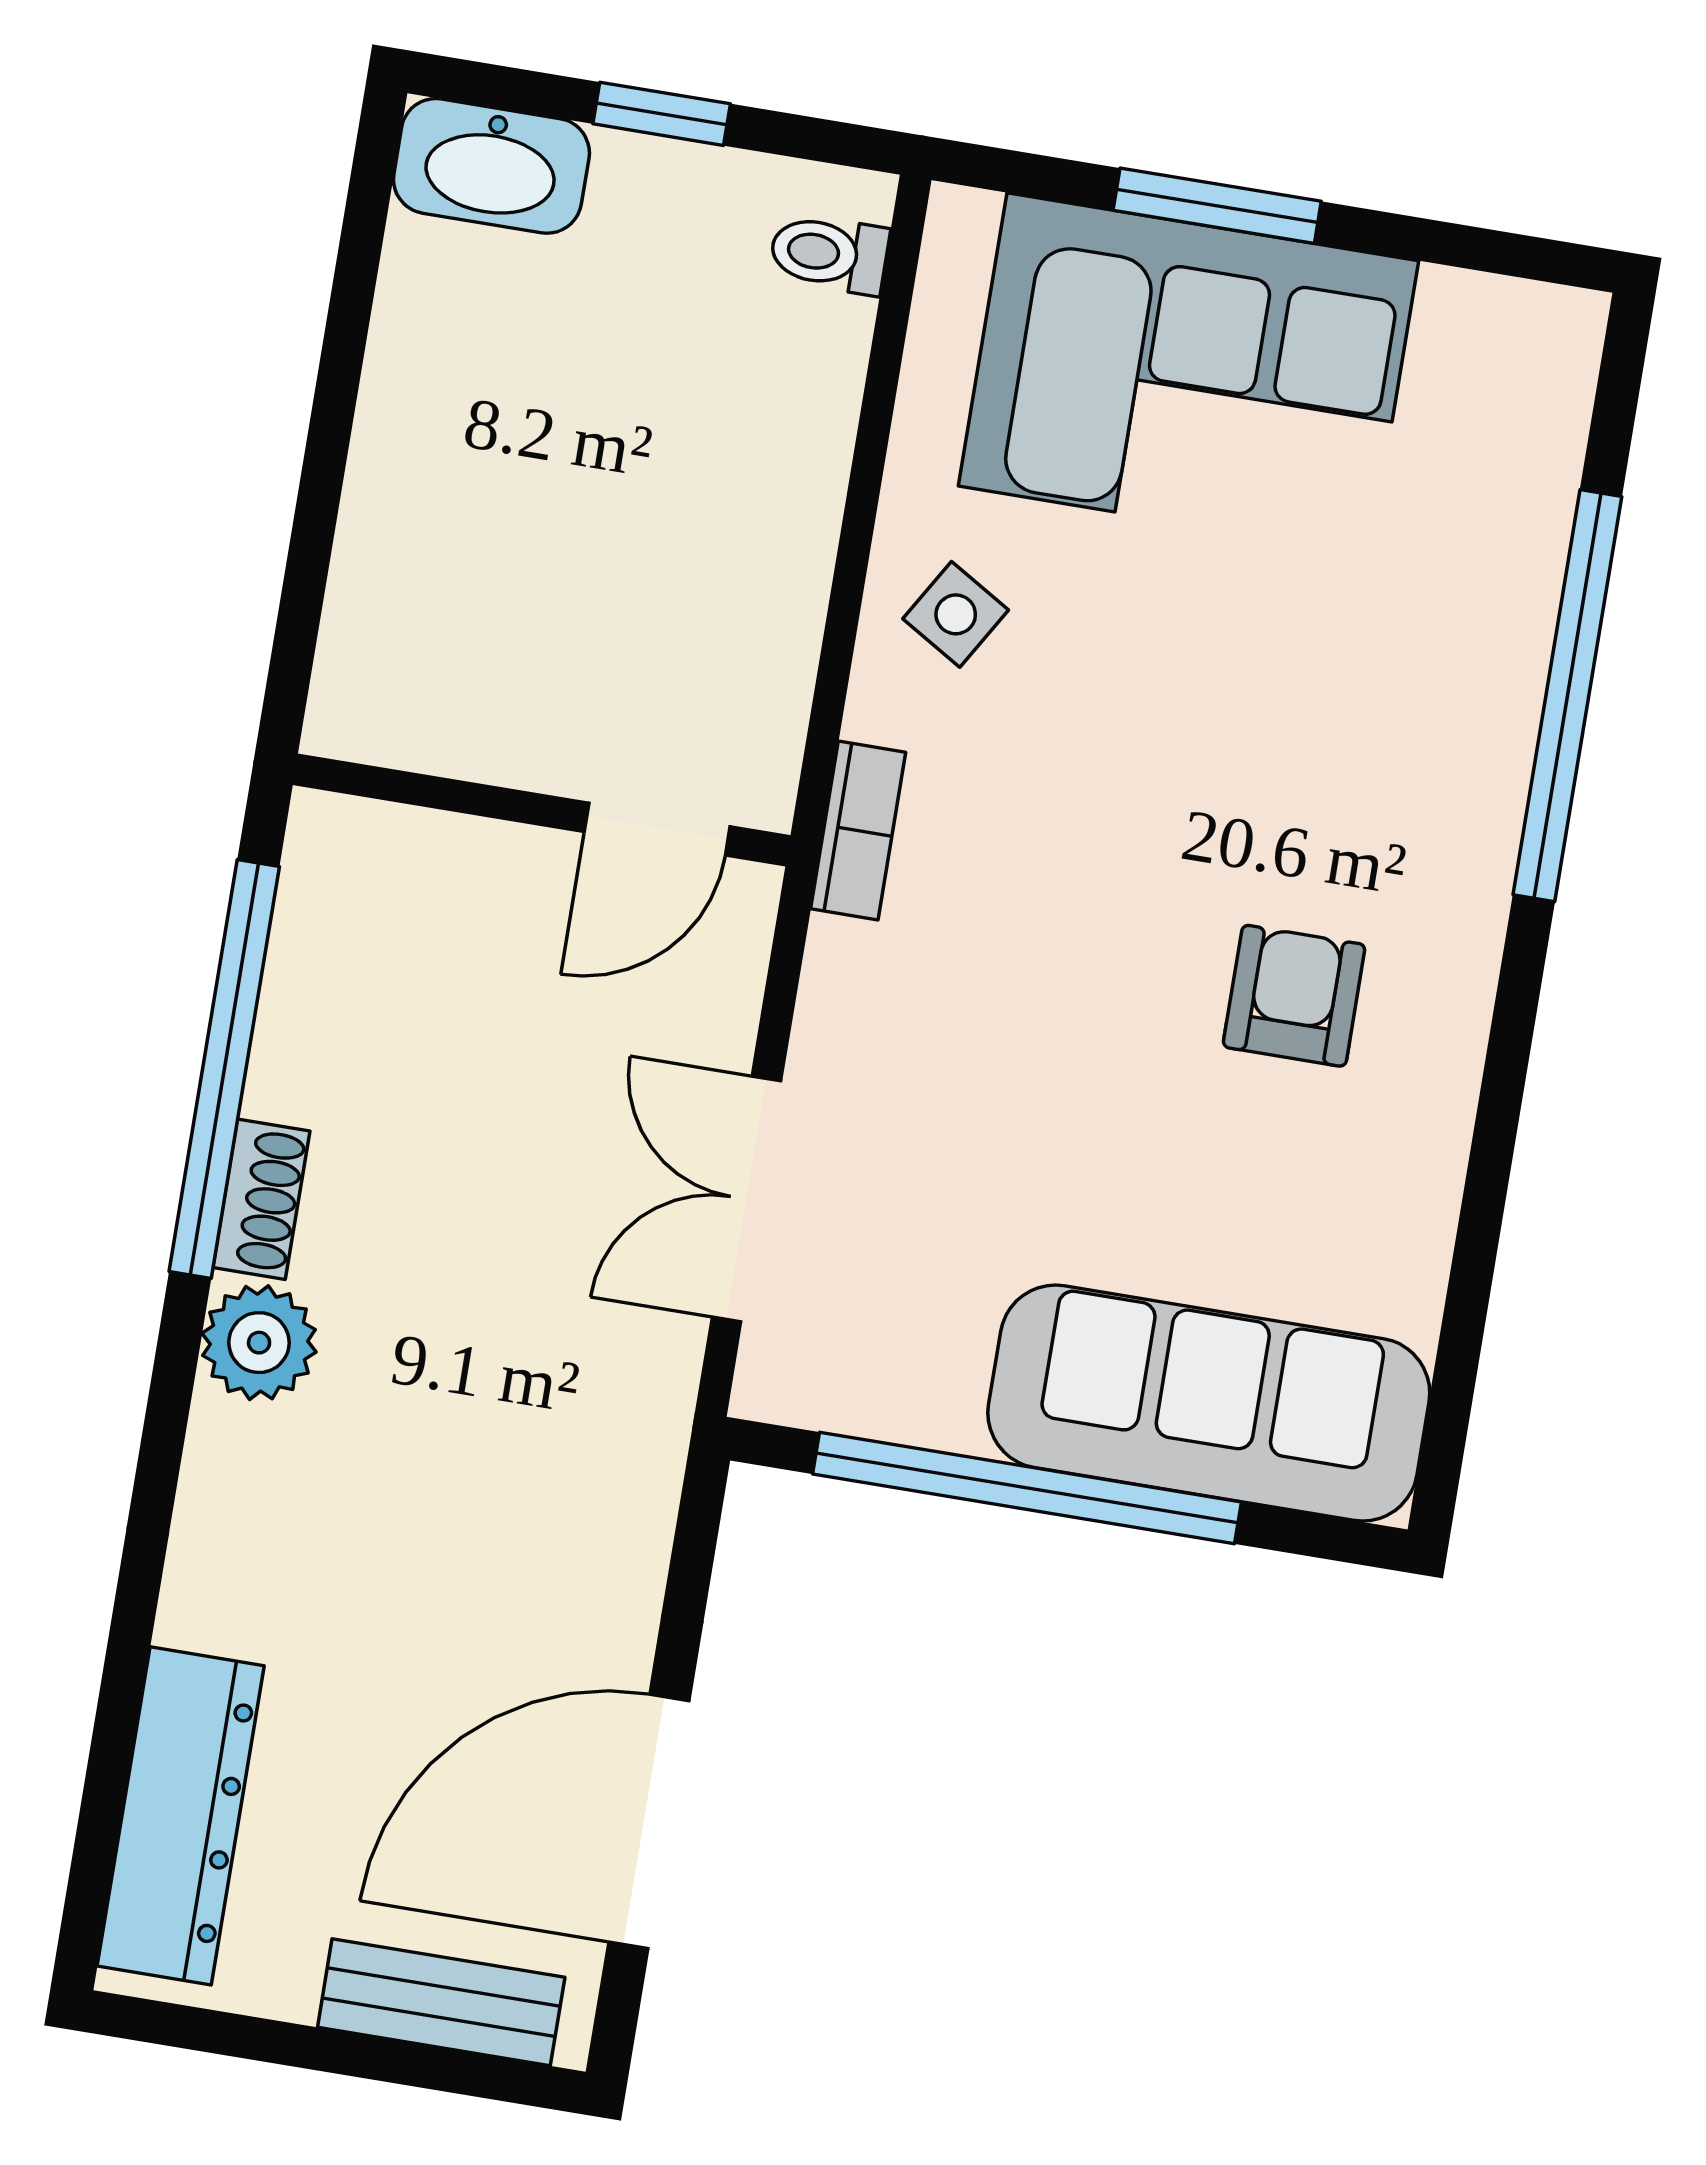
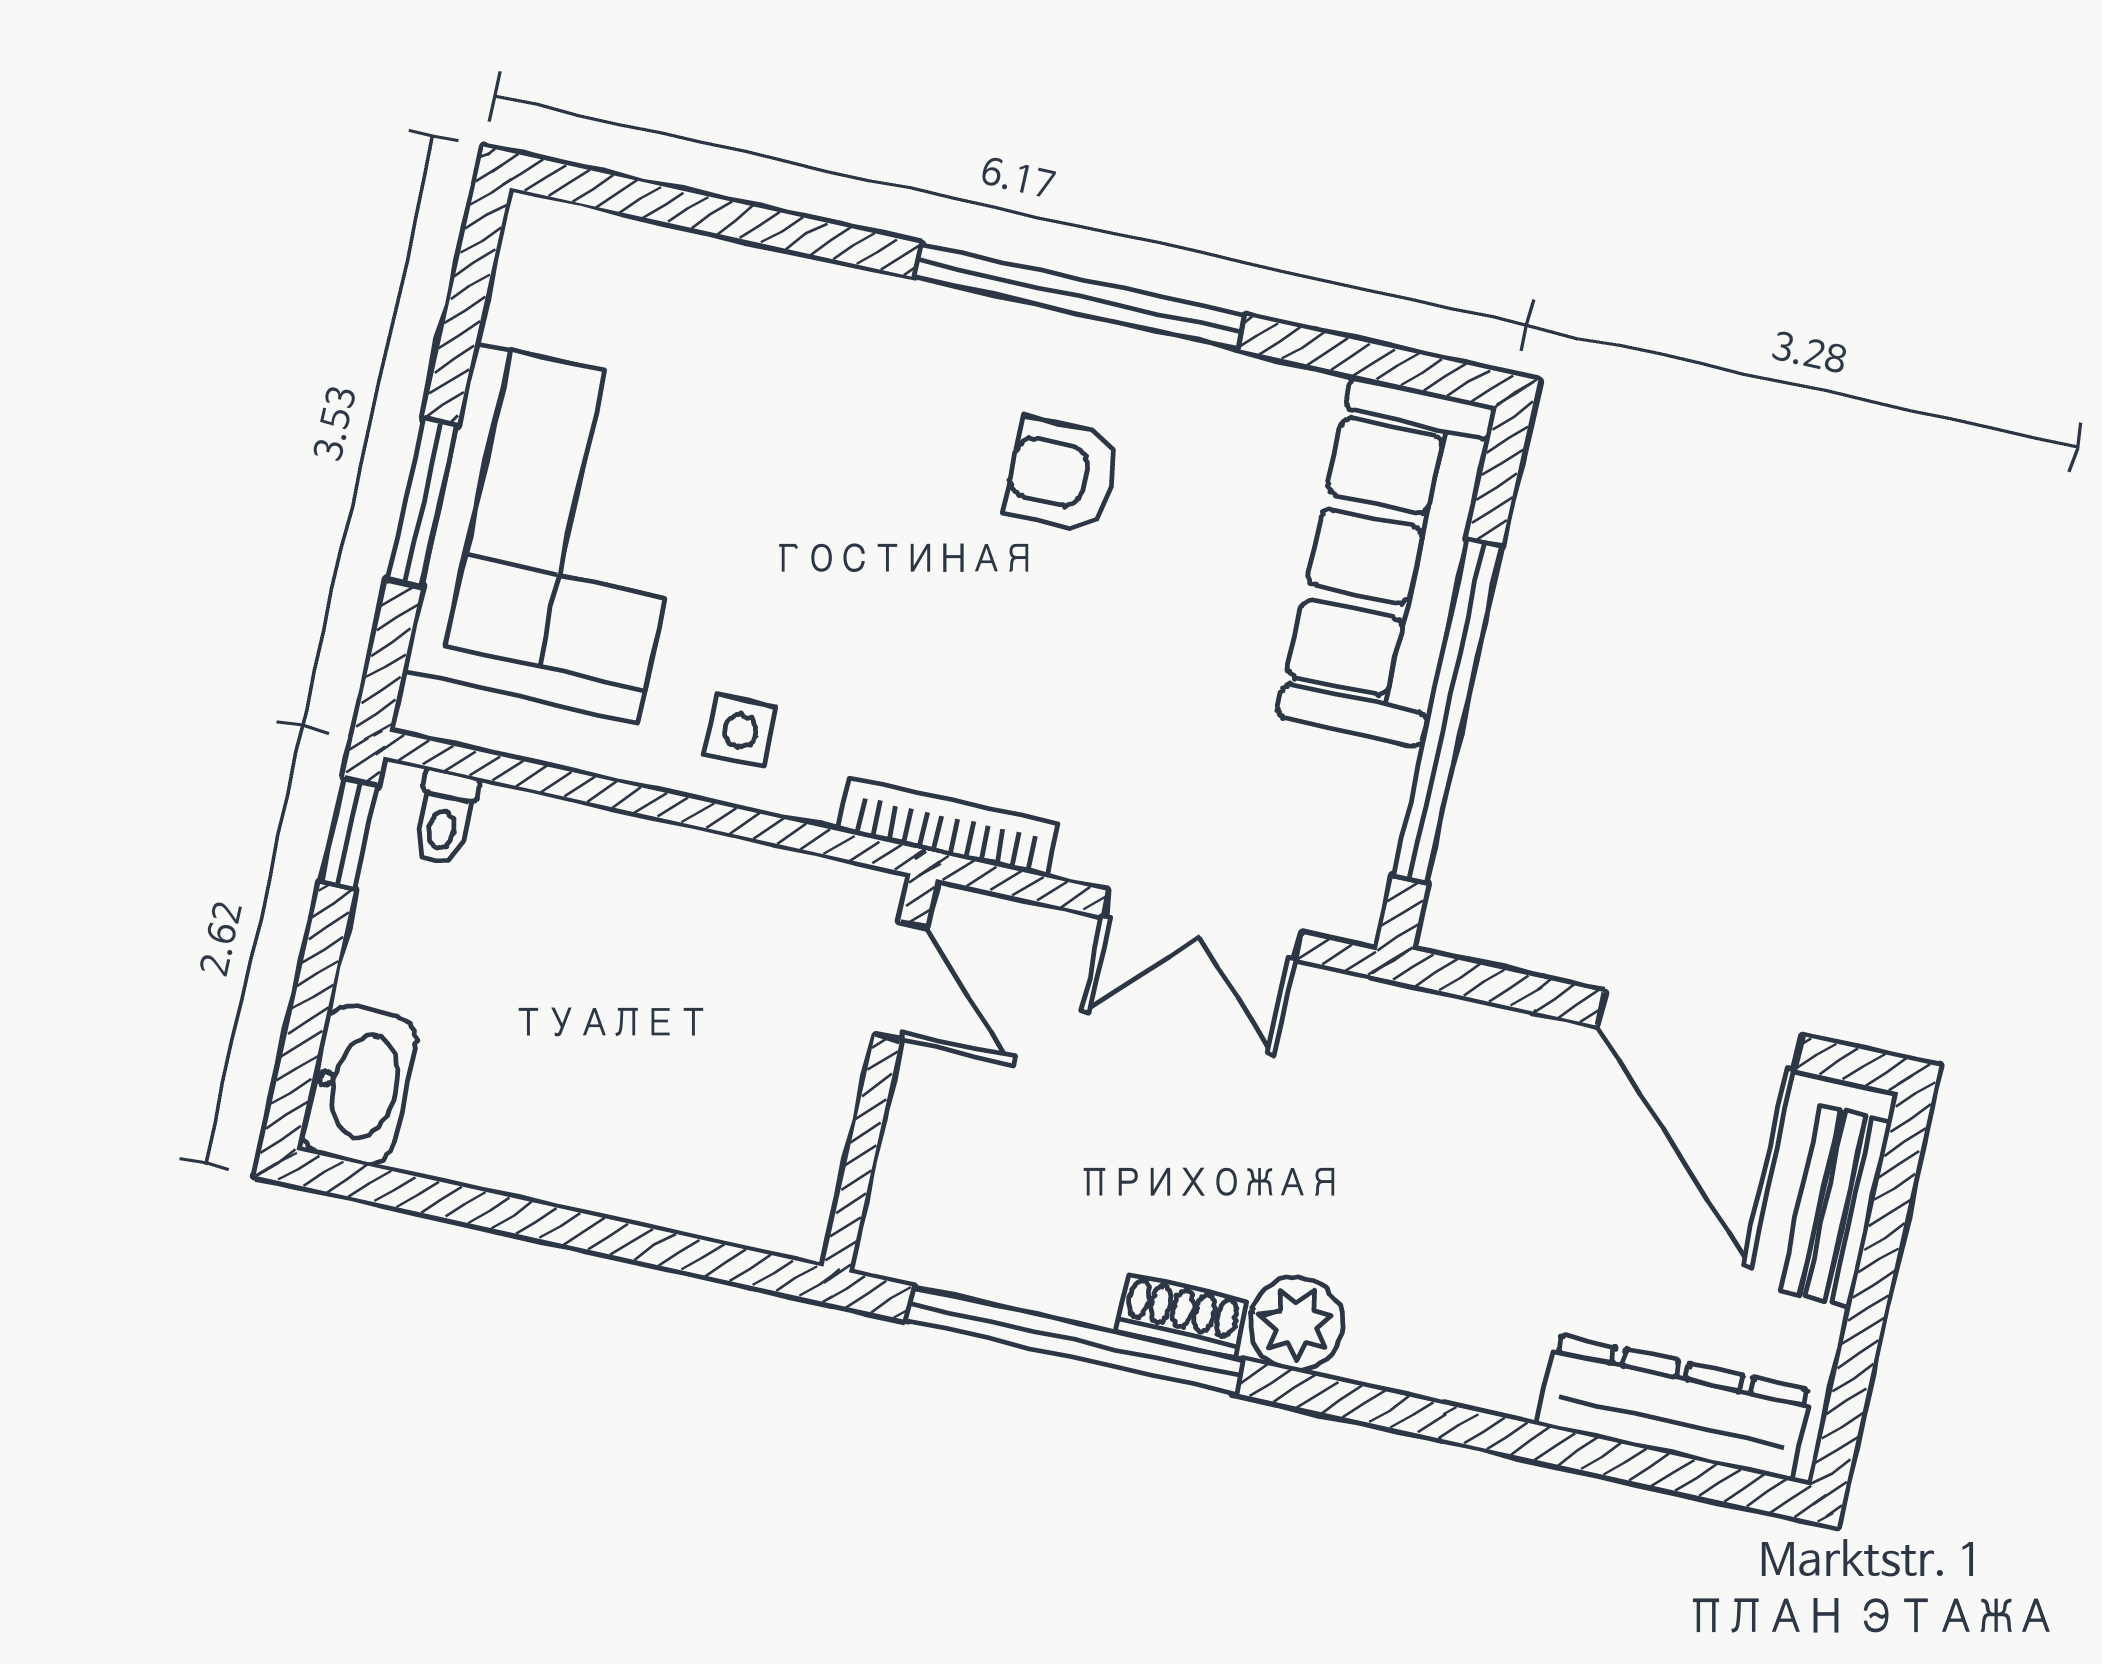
window: (662, 114) -> (349, 834), moved
side table: (956, 614) -> (740, 731), turned -31
window: (1567, 696) -> (1079, 296), moved
bookcase: (858, 831) -> (948, 827), width x1.56

